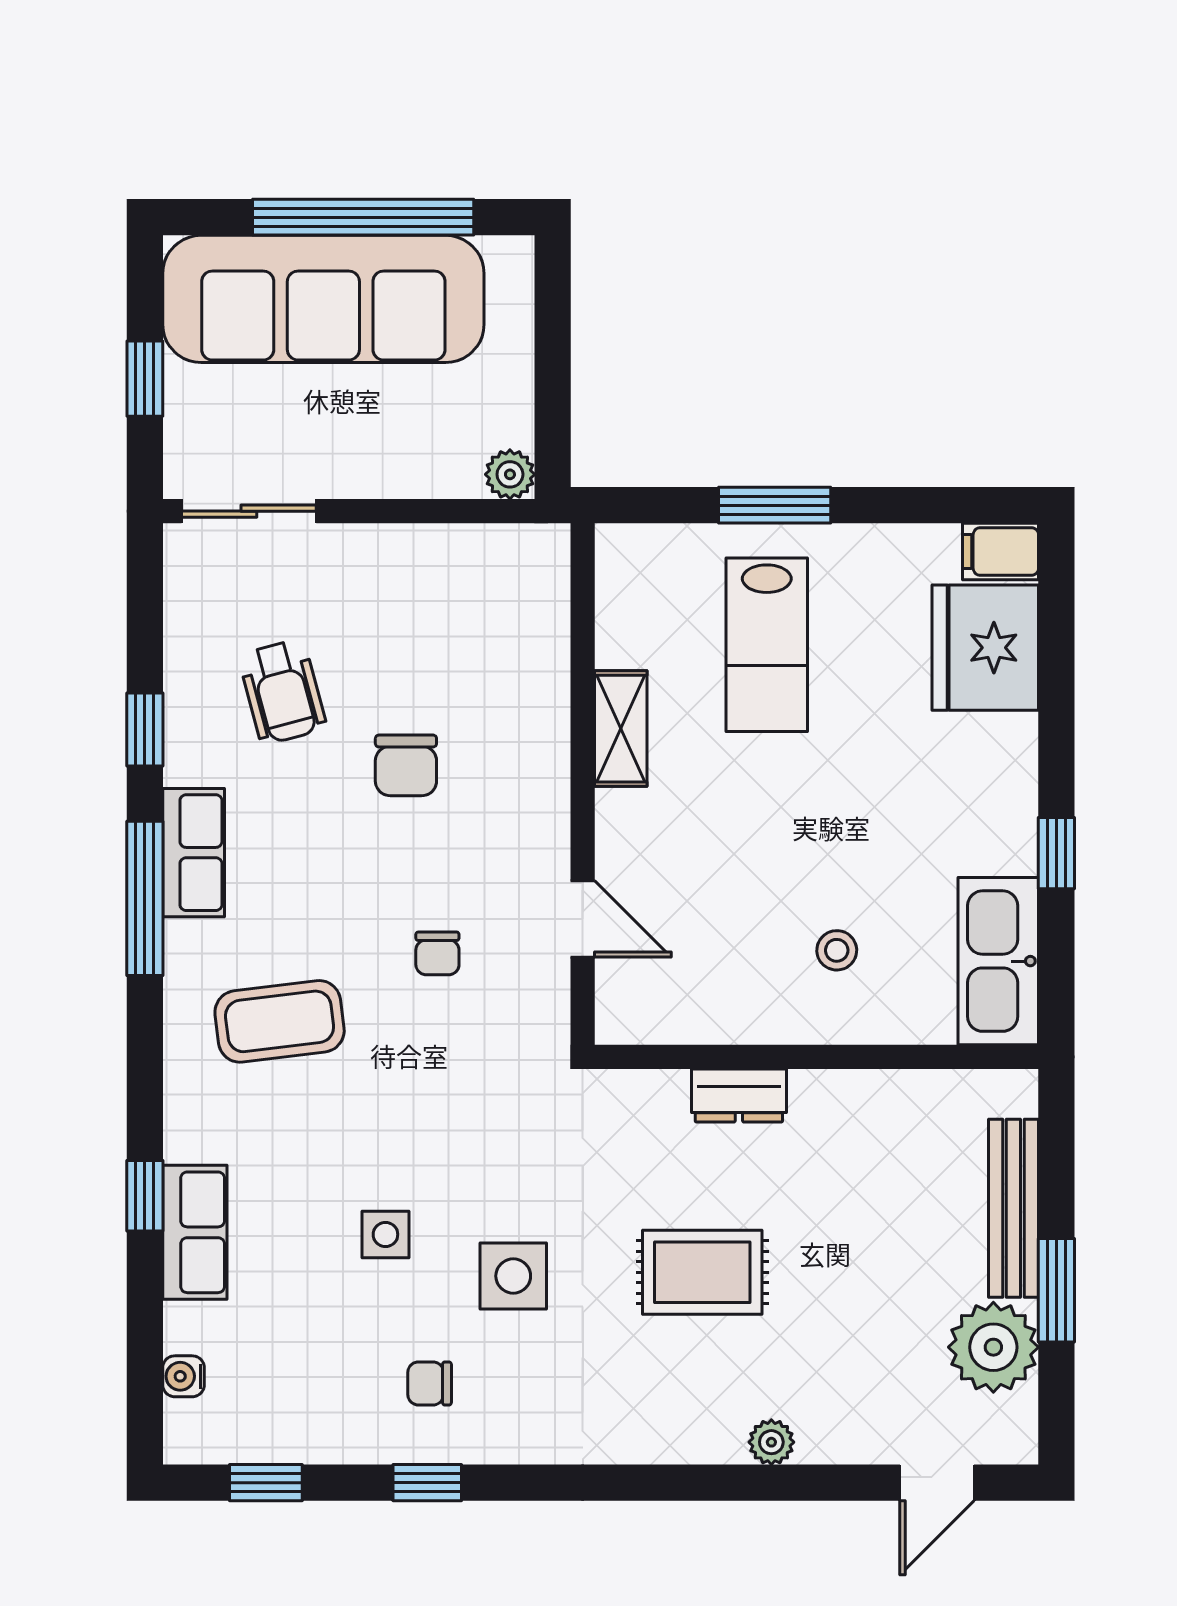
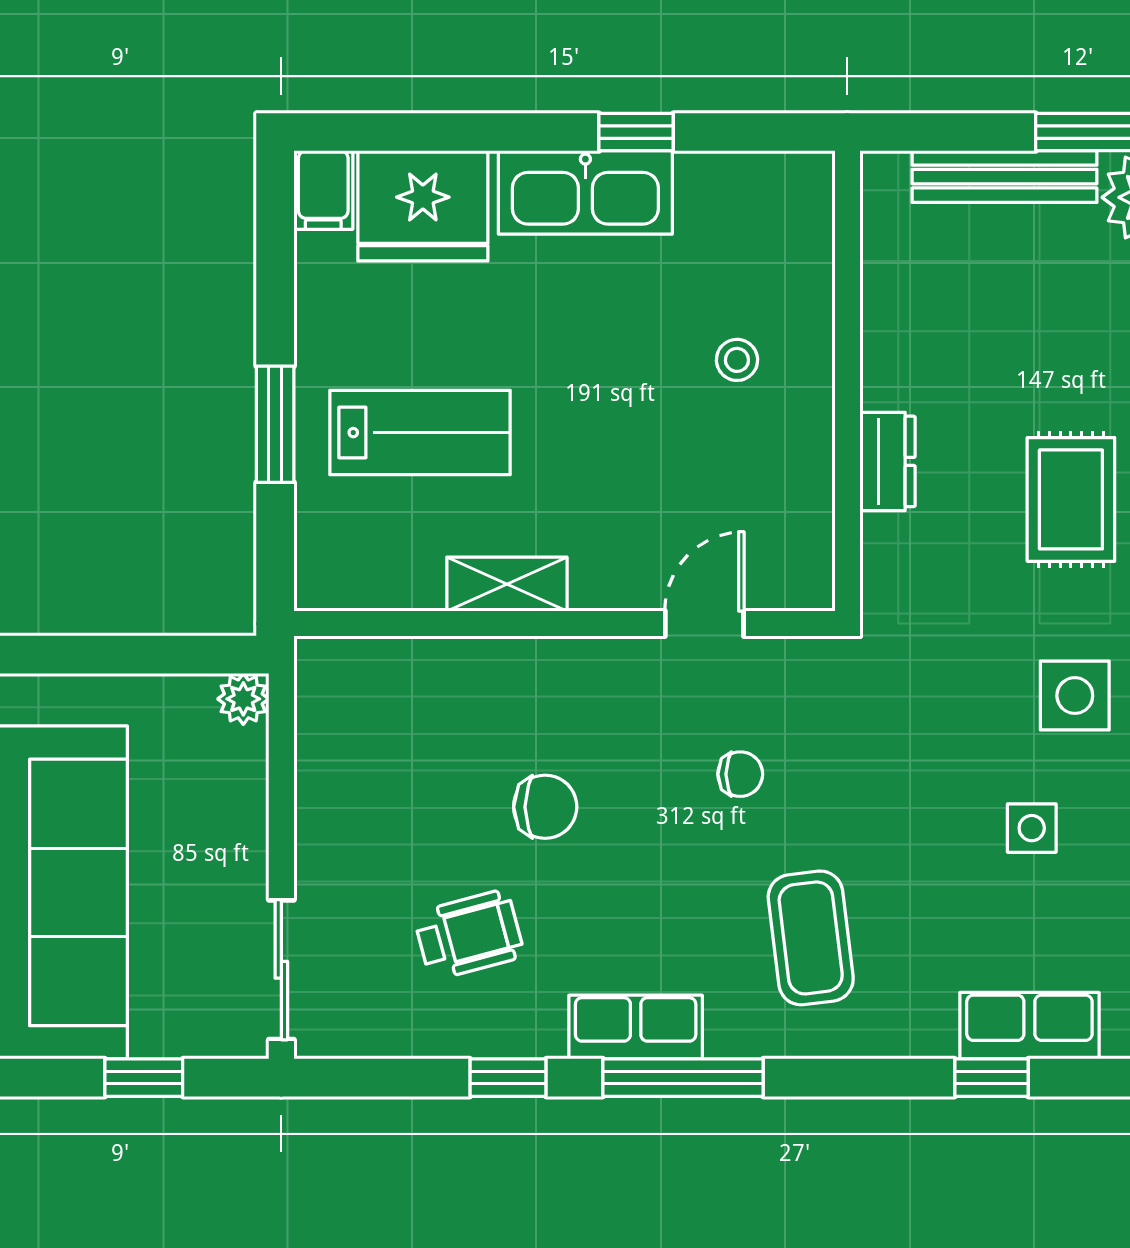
kitchen sink: (998, 961) -> (585, 192), moved

